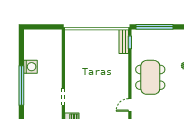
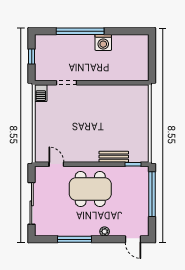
bench: (124, 41) -> (114, 157), moved

